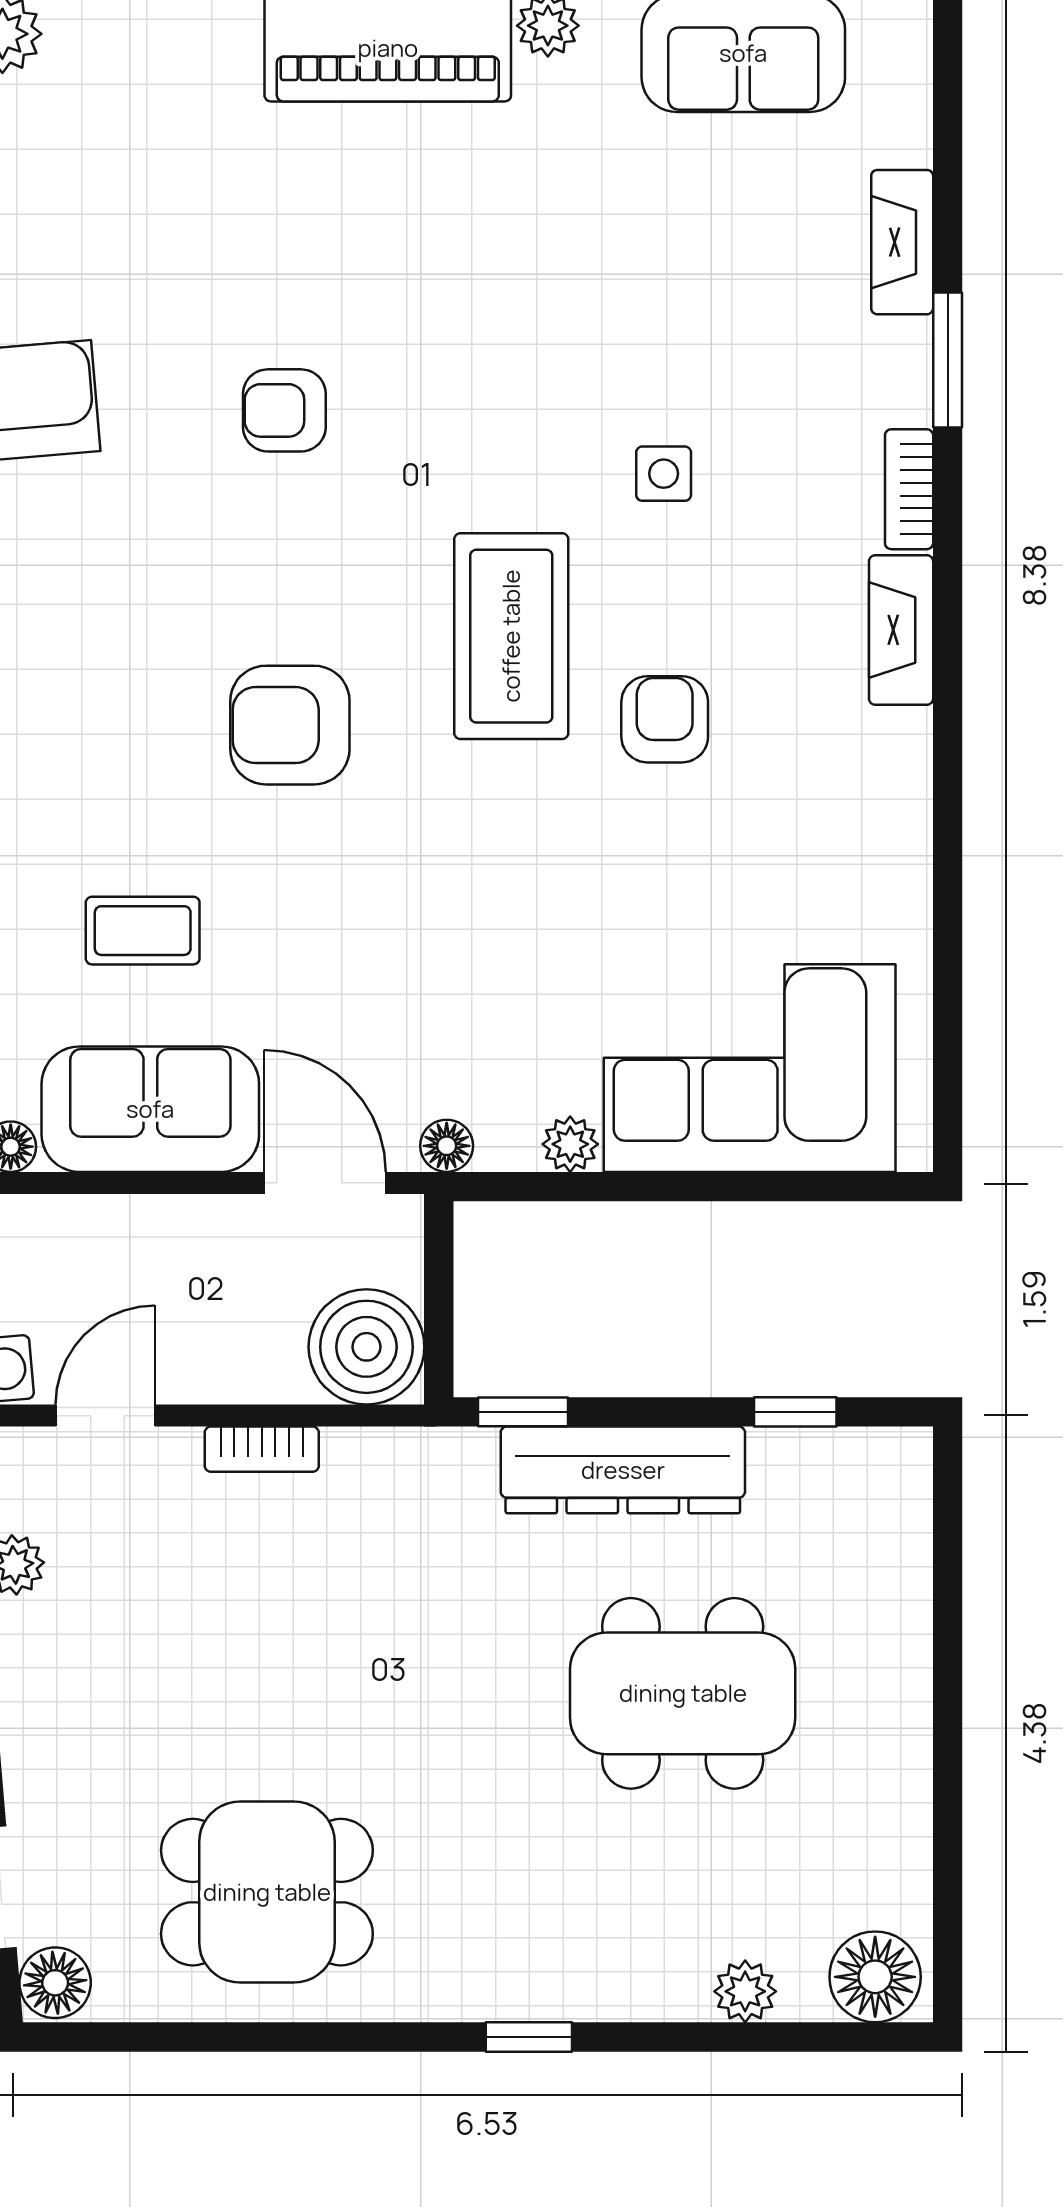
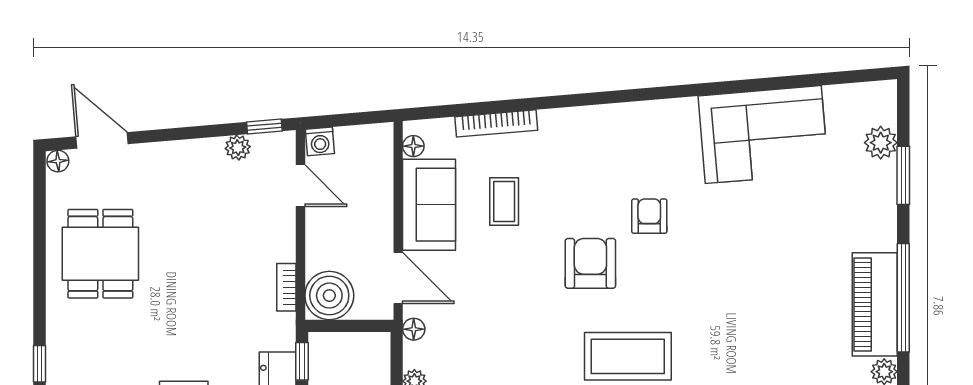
armchair: (284, 410) -> (649, 216), moved
door: (325, 1183) -> (398, 278), hinge flipped
bookcase: (262, 1449) -> (286, 287), moved
floor lamp: (55, 1983) -> (58, 161), width x0.73, depth x0.73

